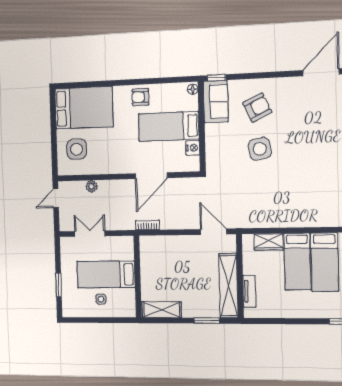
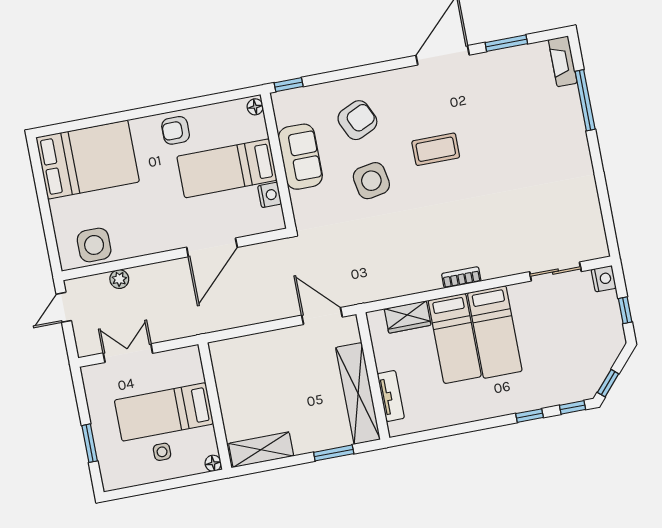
sofa: (216, 102) -> (300, 157), moved
coffee table: (306, 135) -> (436, 149), added
side table: (77, 149) -> (94, 245), moved
bookcase: (148, 225) -> (461, 277), moved
floor lamp: (131, 312) -> (213, 463), added

